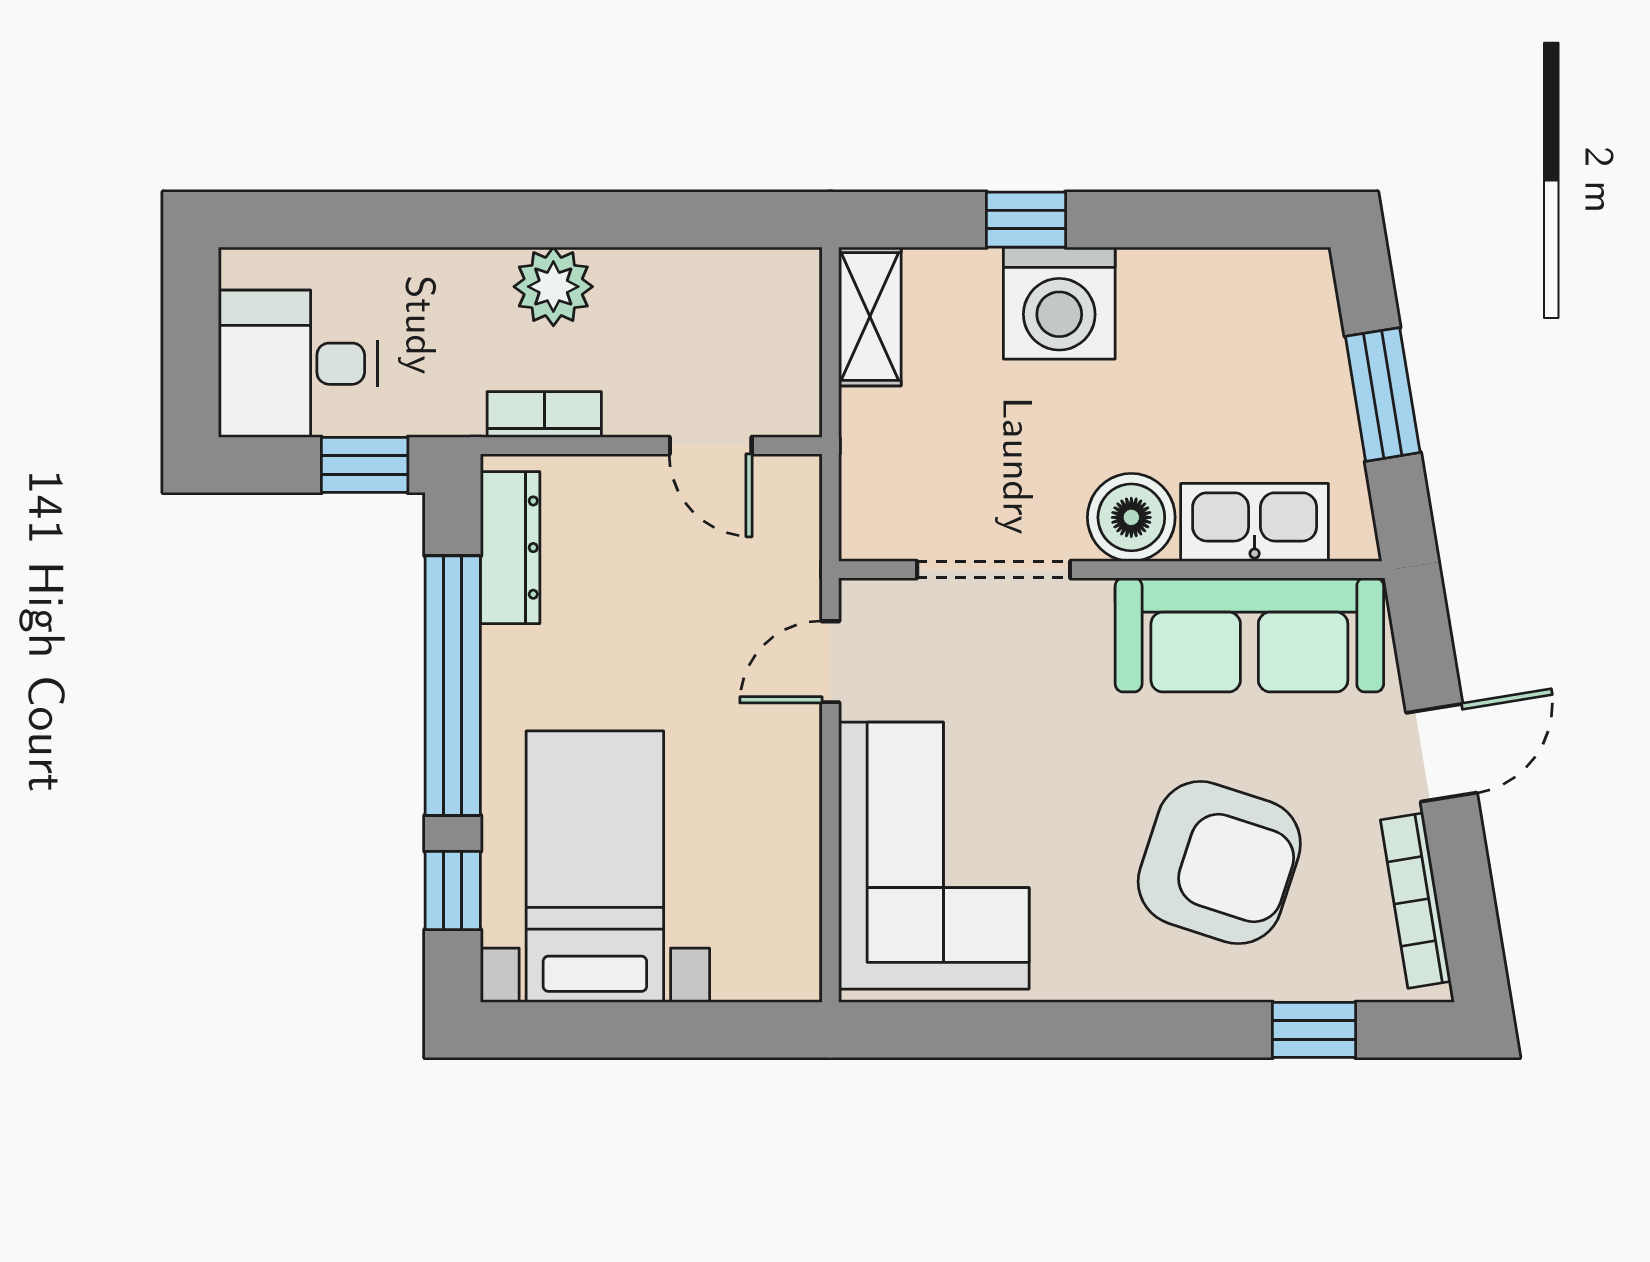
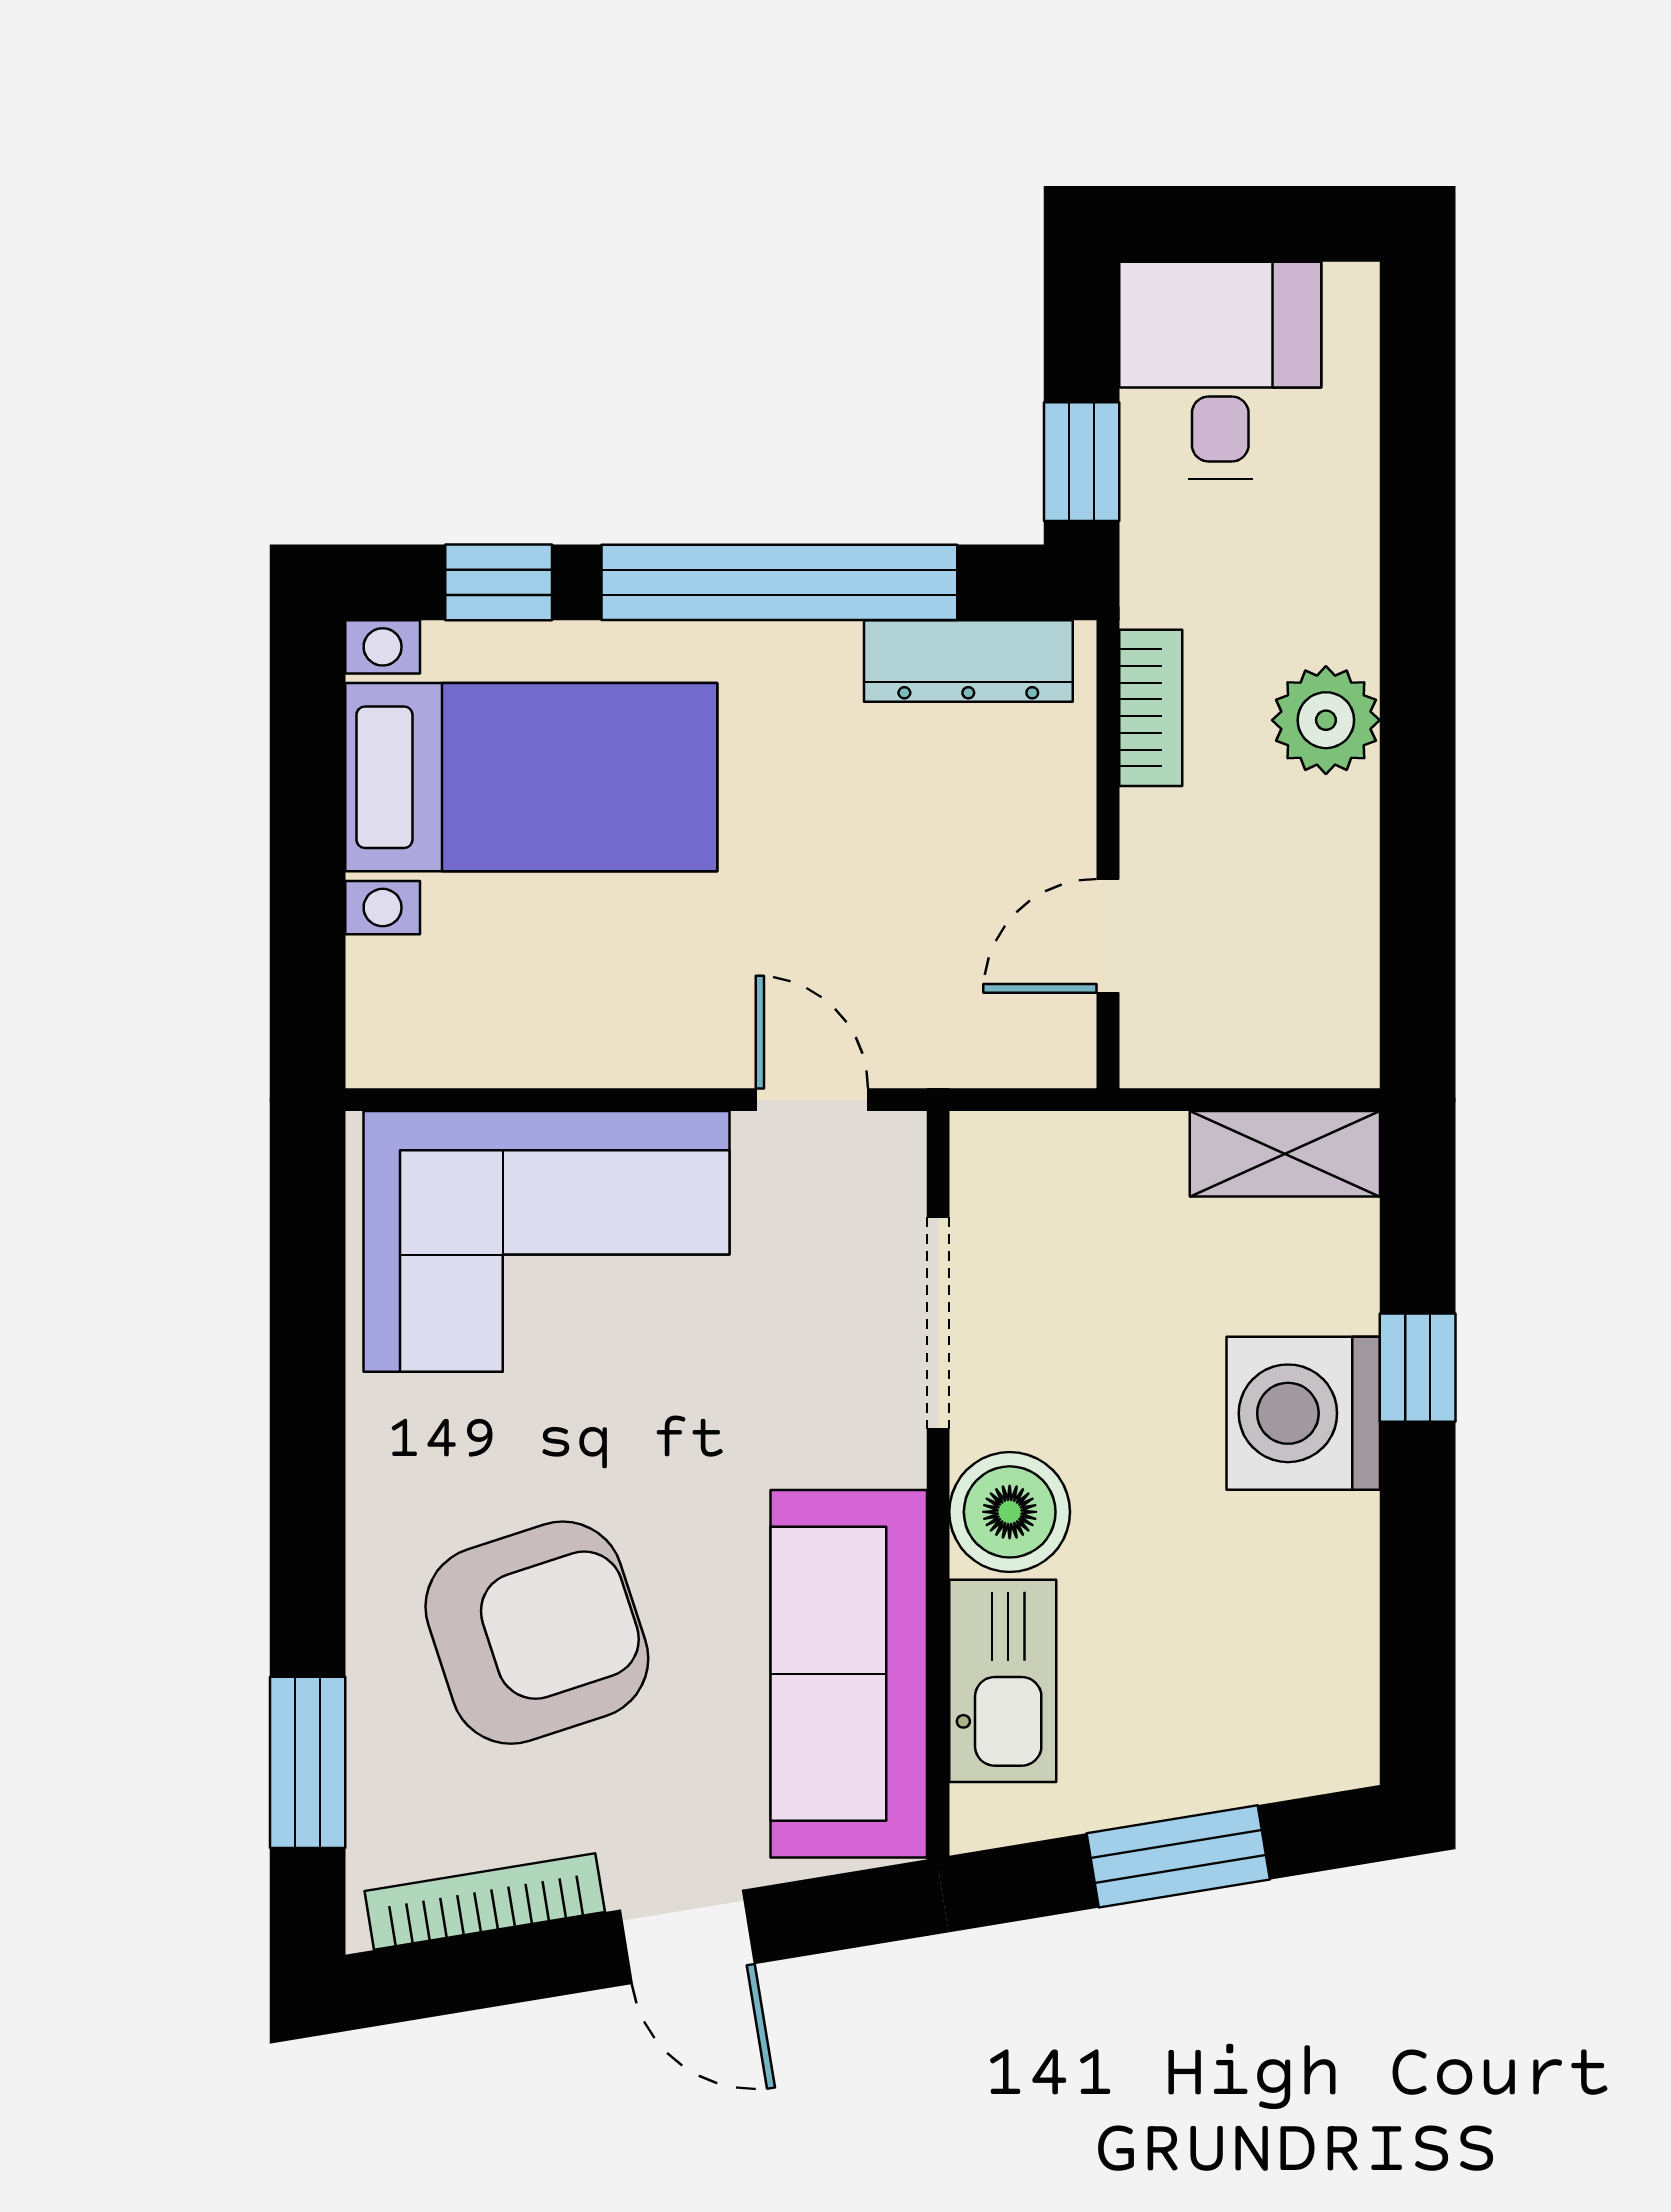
armchair: (1219, 863) -> (537, 1633), turned -126
window: (1314, 1030) -> (308, 1762), width x1.50

